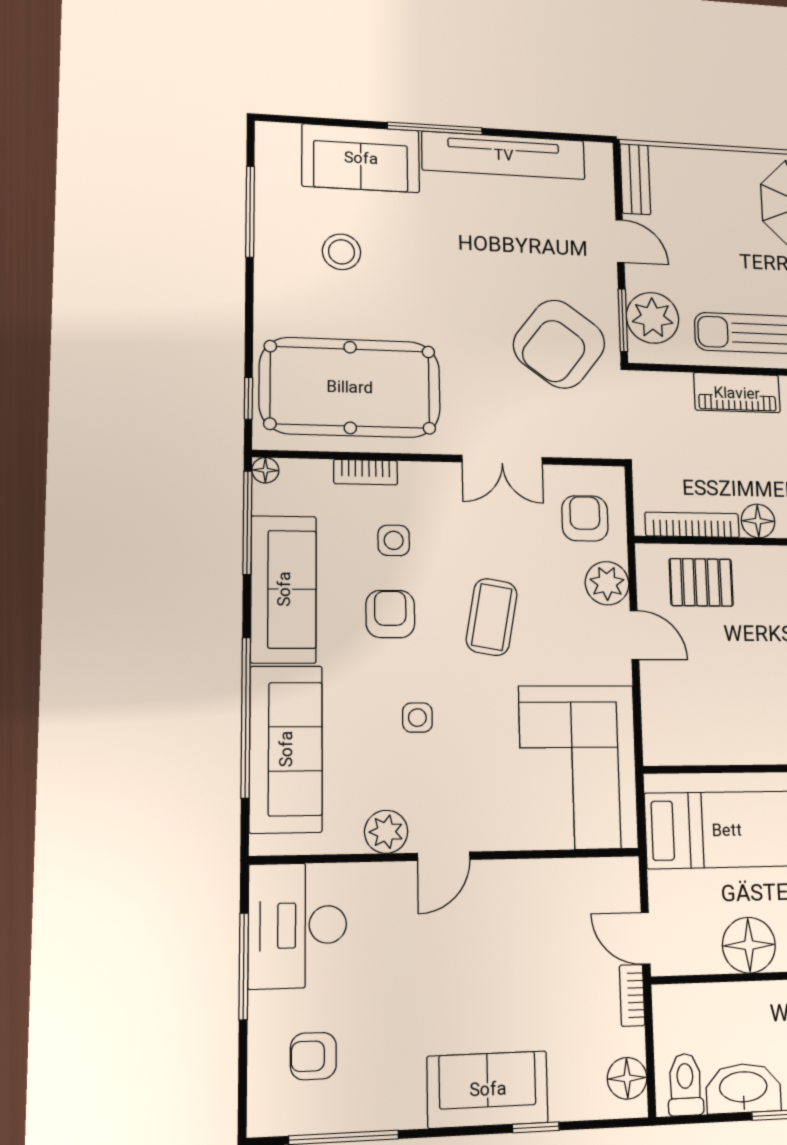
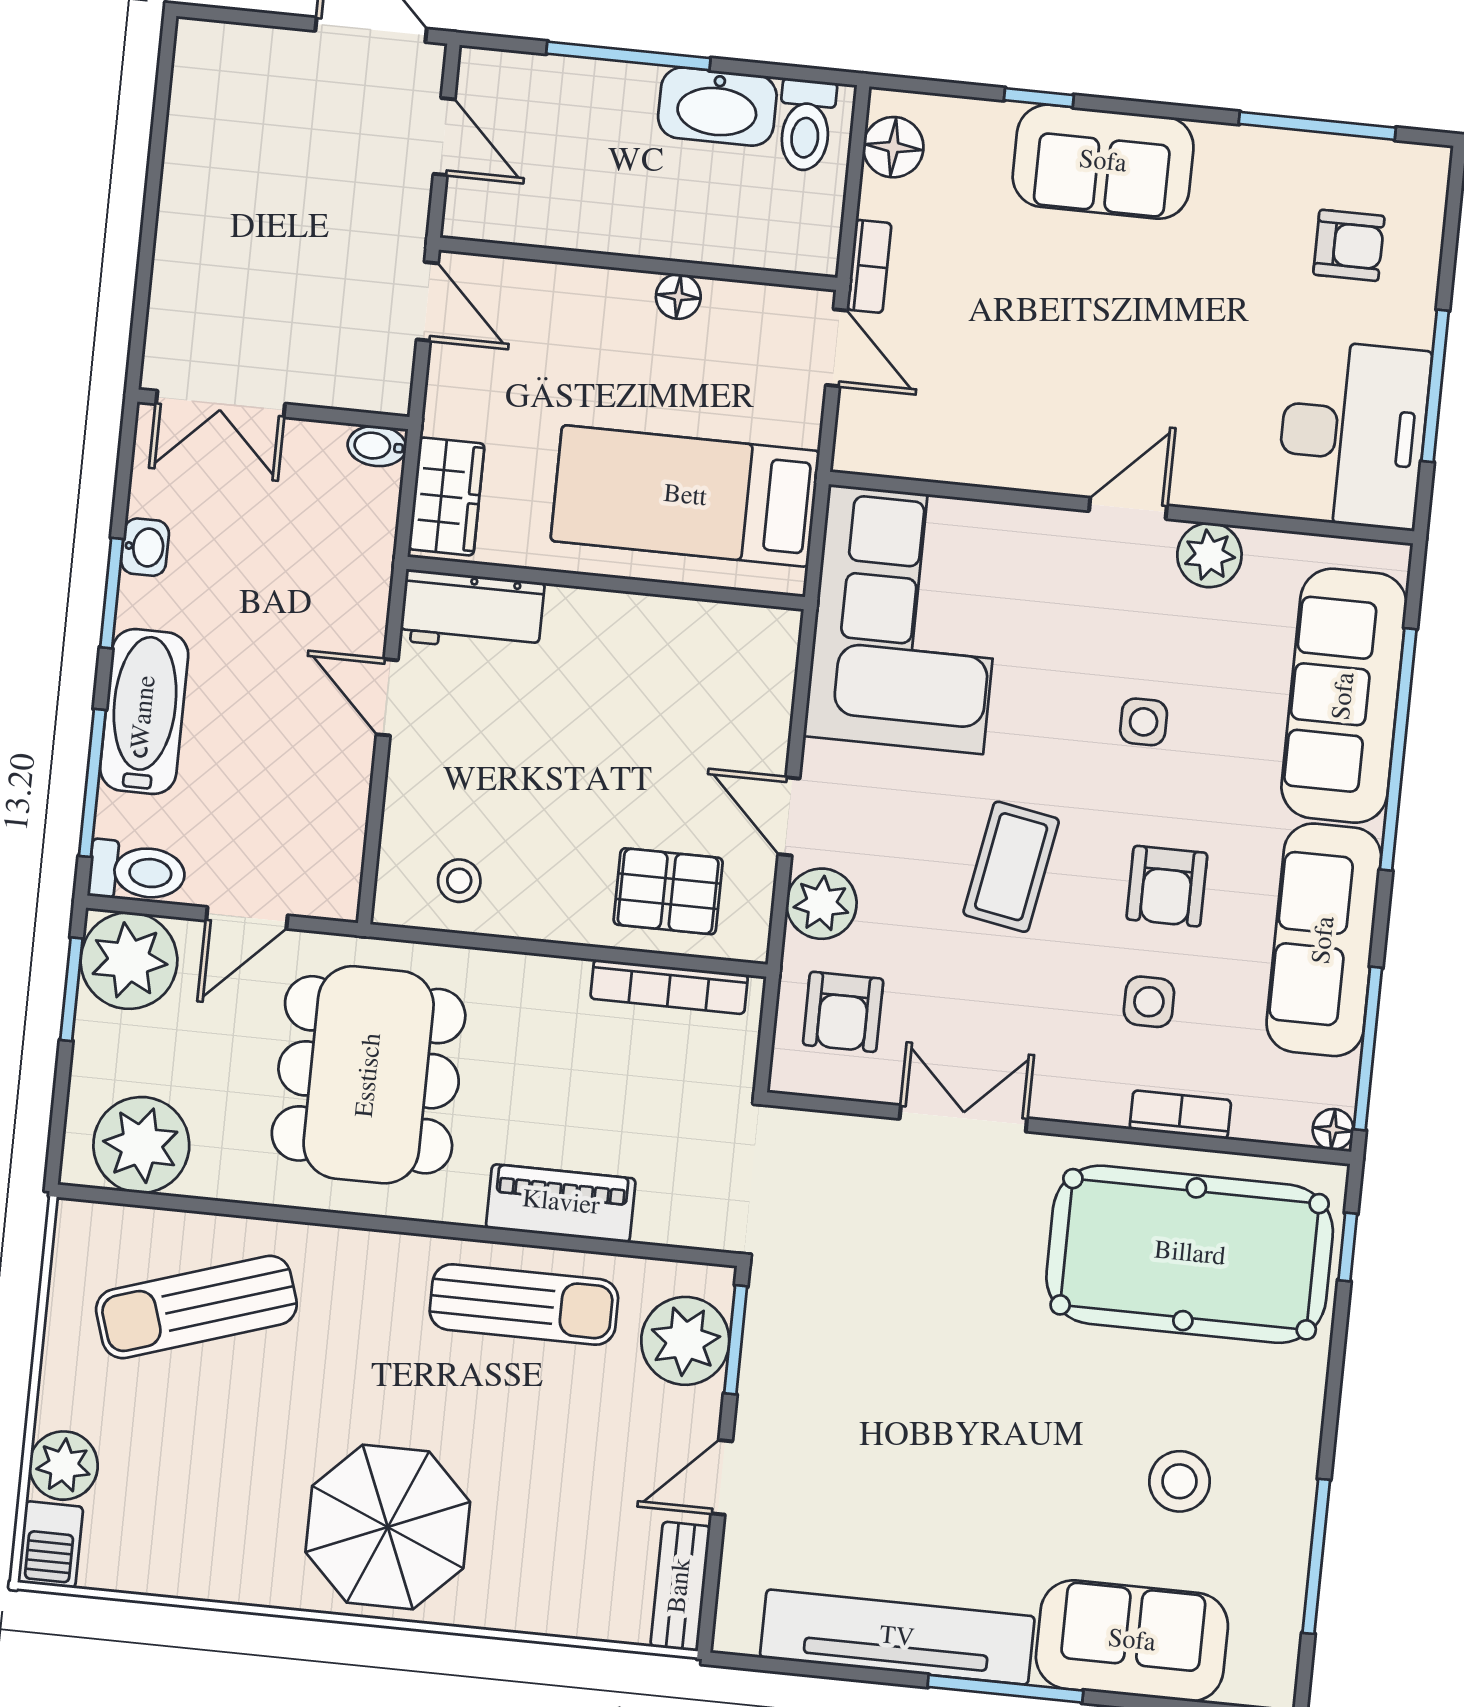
door: (620, 241) -> (722, 1477), hinge flipped
armchair: (559, 344) -> (847, 1305), removed
floor lamp: (758, 521) -> (558, 984), removed
floor lamp: (749, 945) -> (678, 296), width x0.53, depth x0.53

